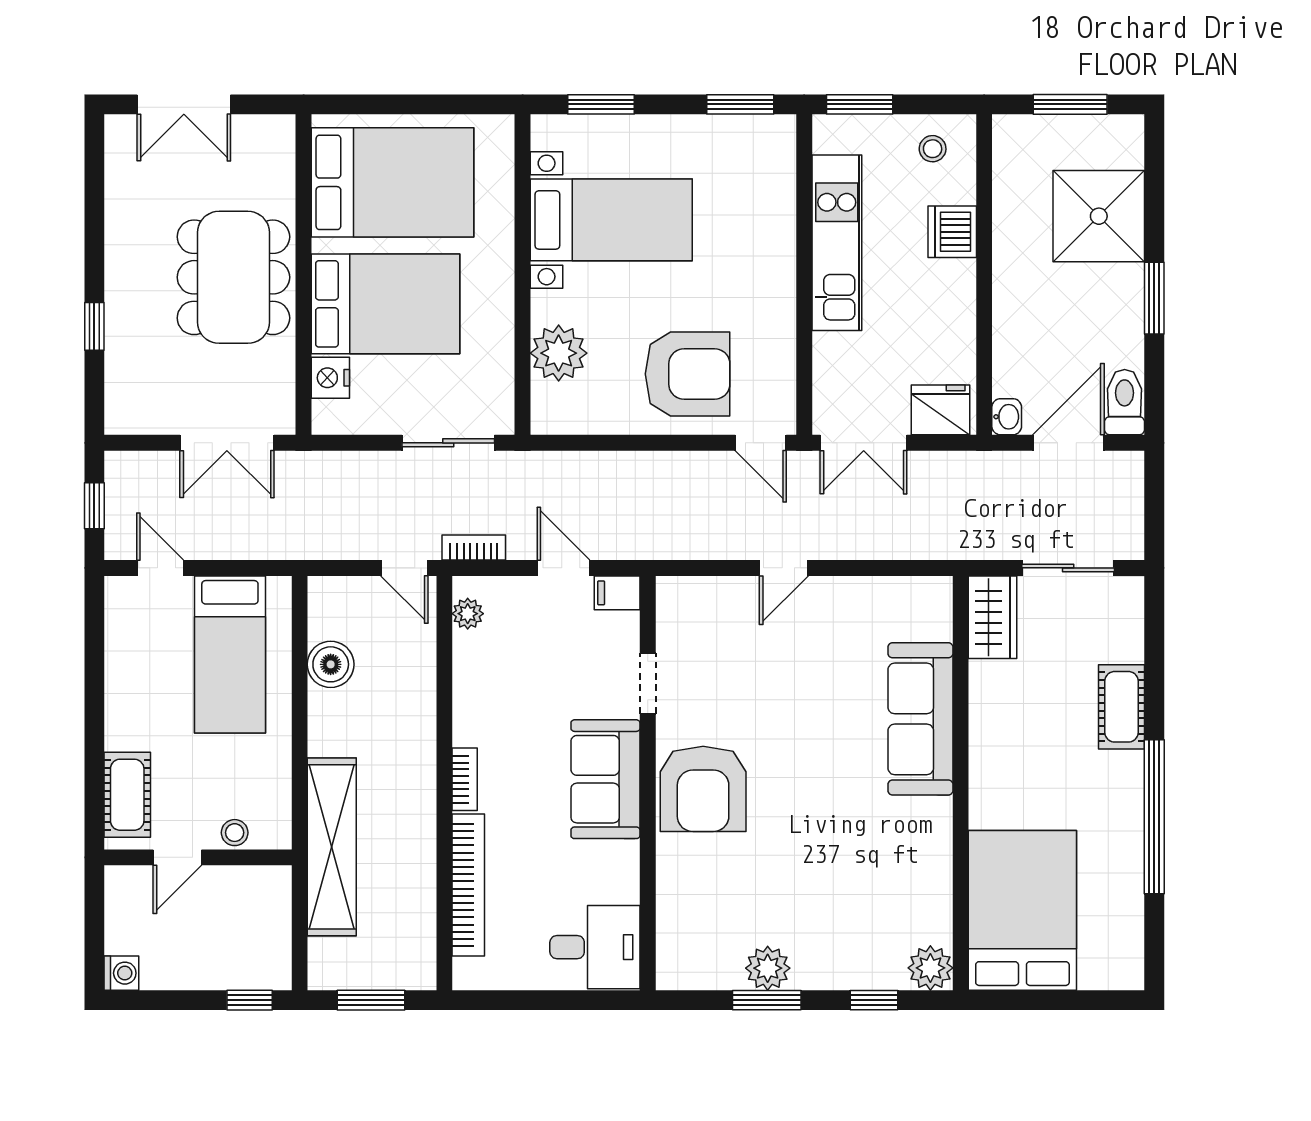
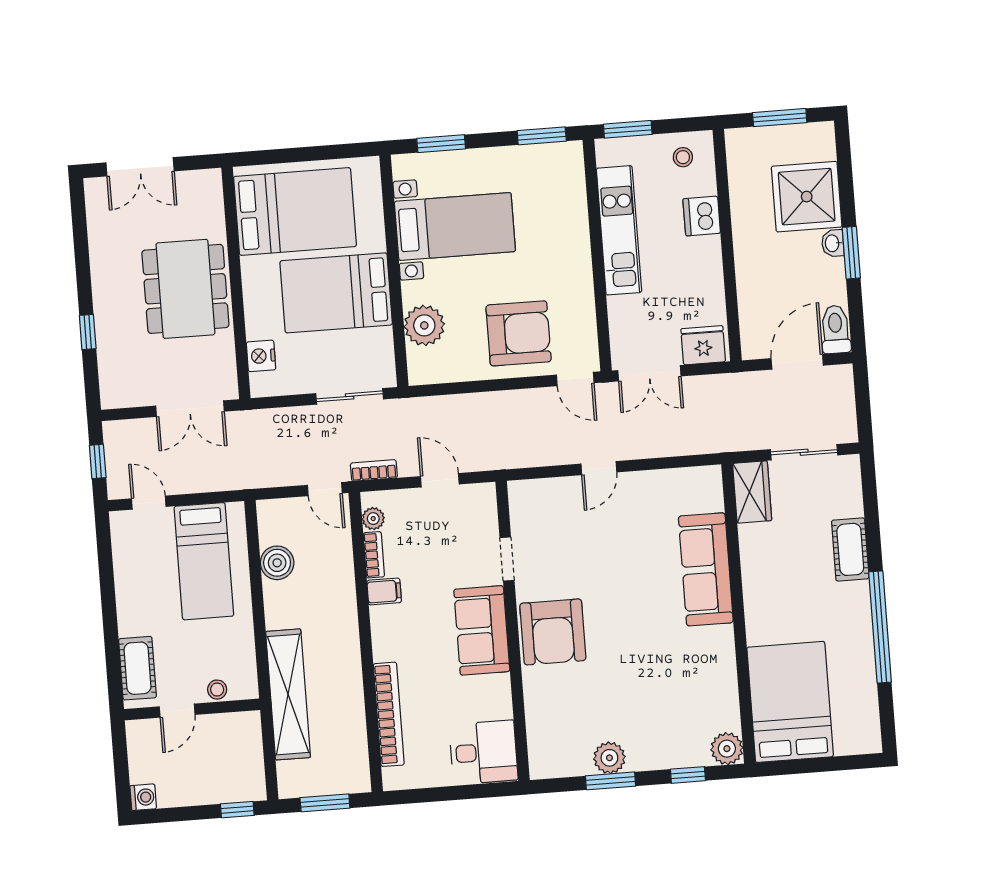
bed: (386, 304) -> (336, 293), moved, turned 180
washbasin: (1007, 417) -> (833, 243), moved, turned 180
filing cabinet: (617, 593) -> (384, 591), moved, turned 180
bookcase: (465, 779) -> (374, 555), moved

